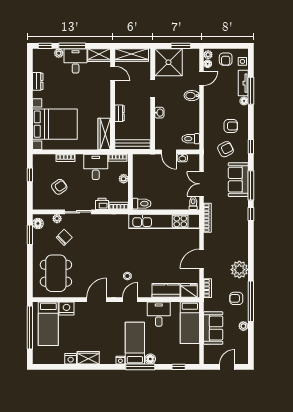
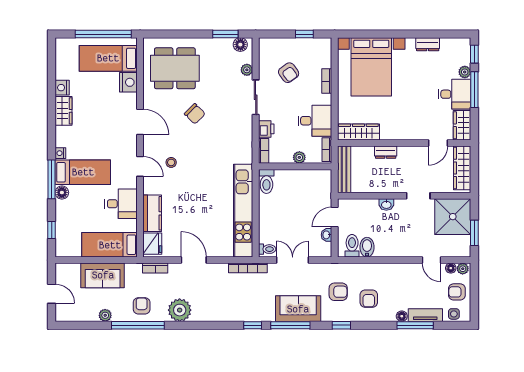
bidet: (192, 96) -> (367, 247), moved
armchair: (226, 149) -> (338, 292), turned -64
chair: (64, 237) -> (195, 114), moved

